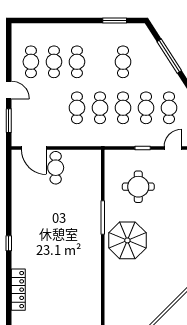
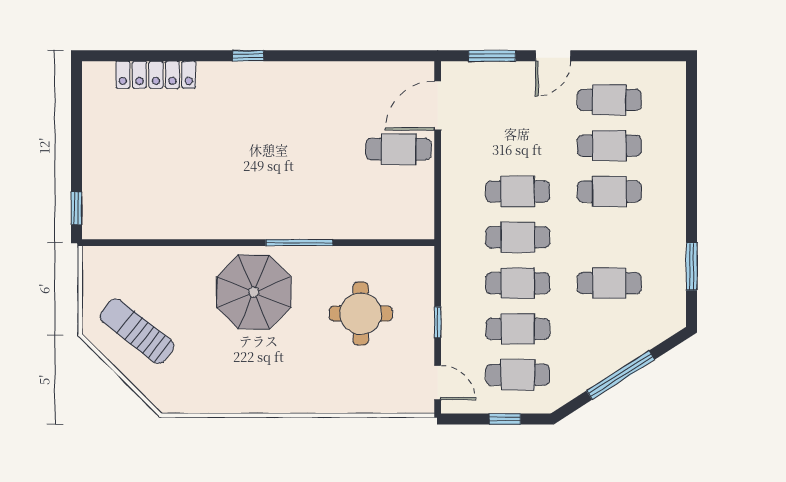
sun lounger: (147, 299) -> (137, 331), added

